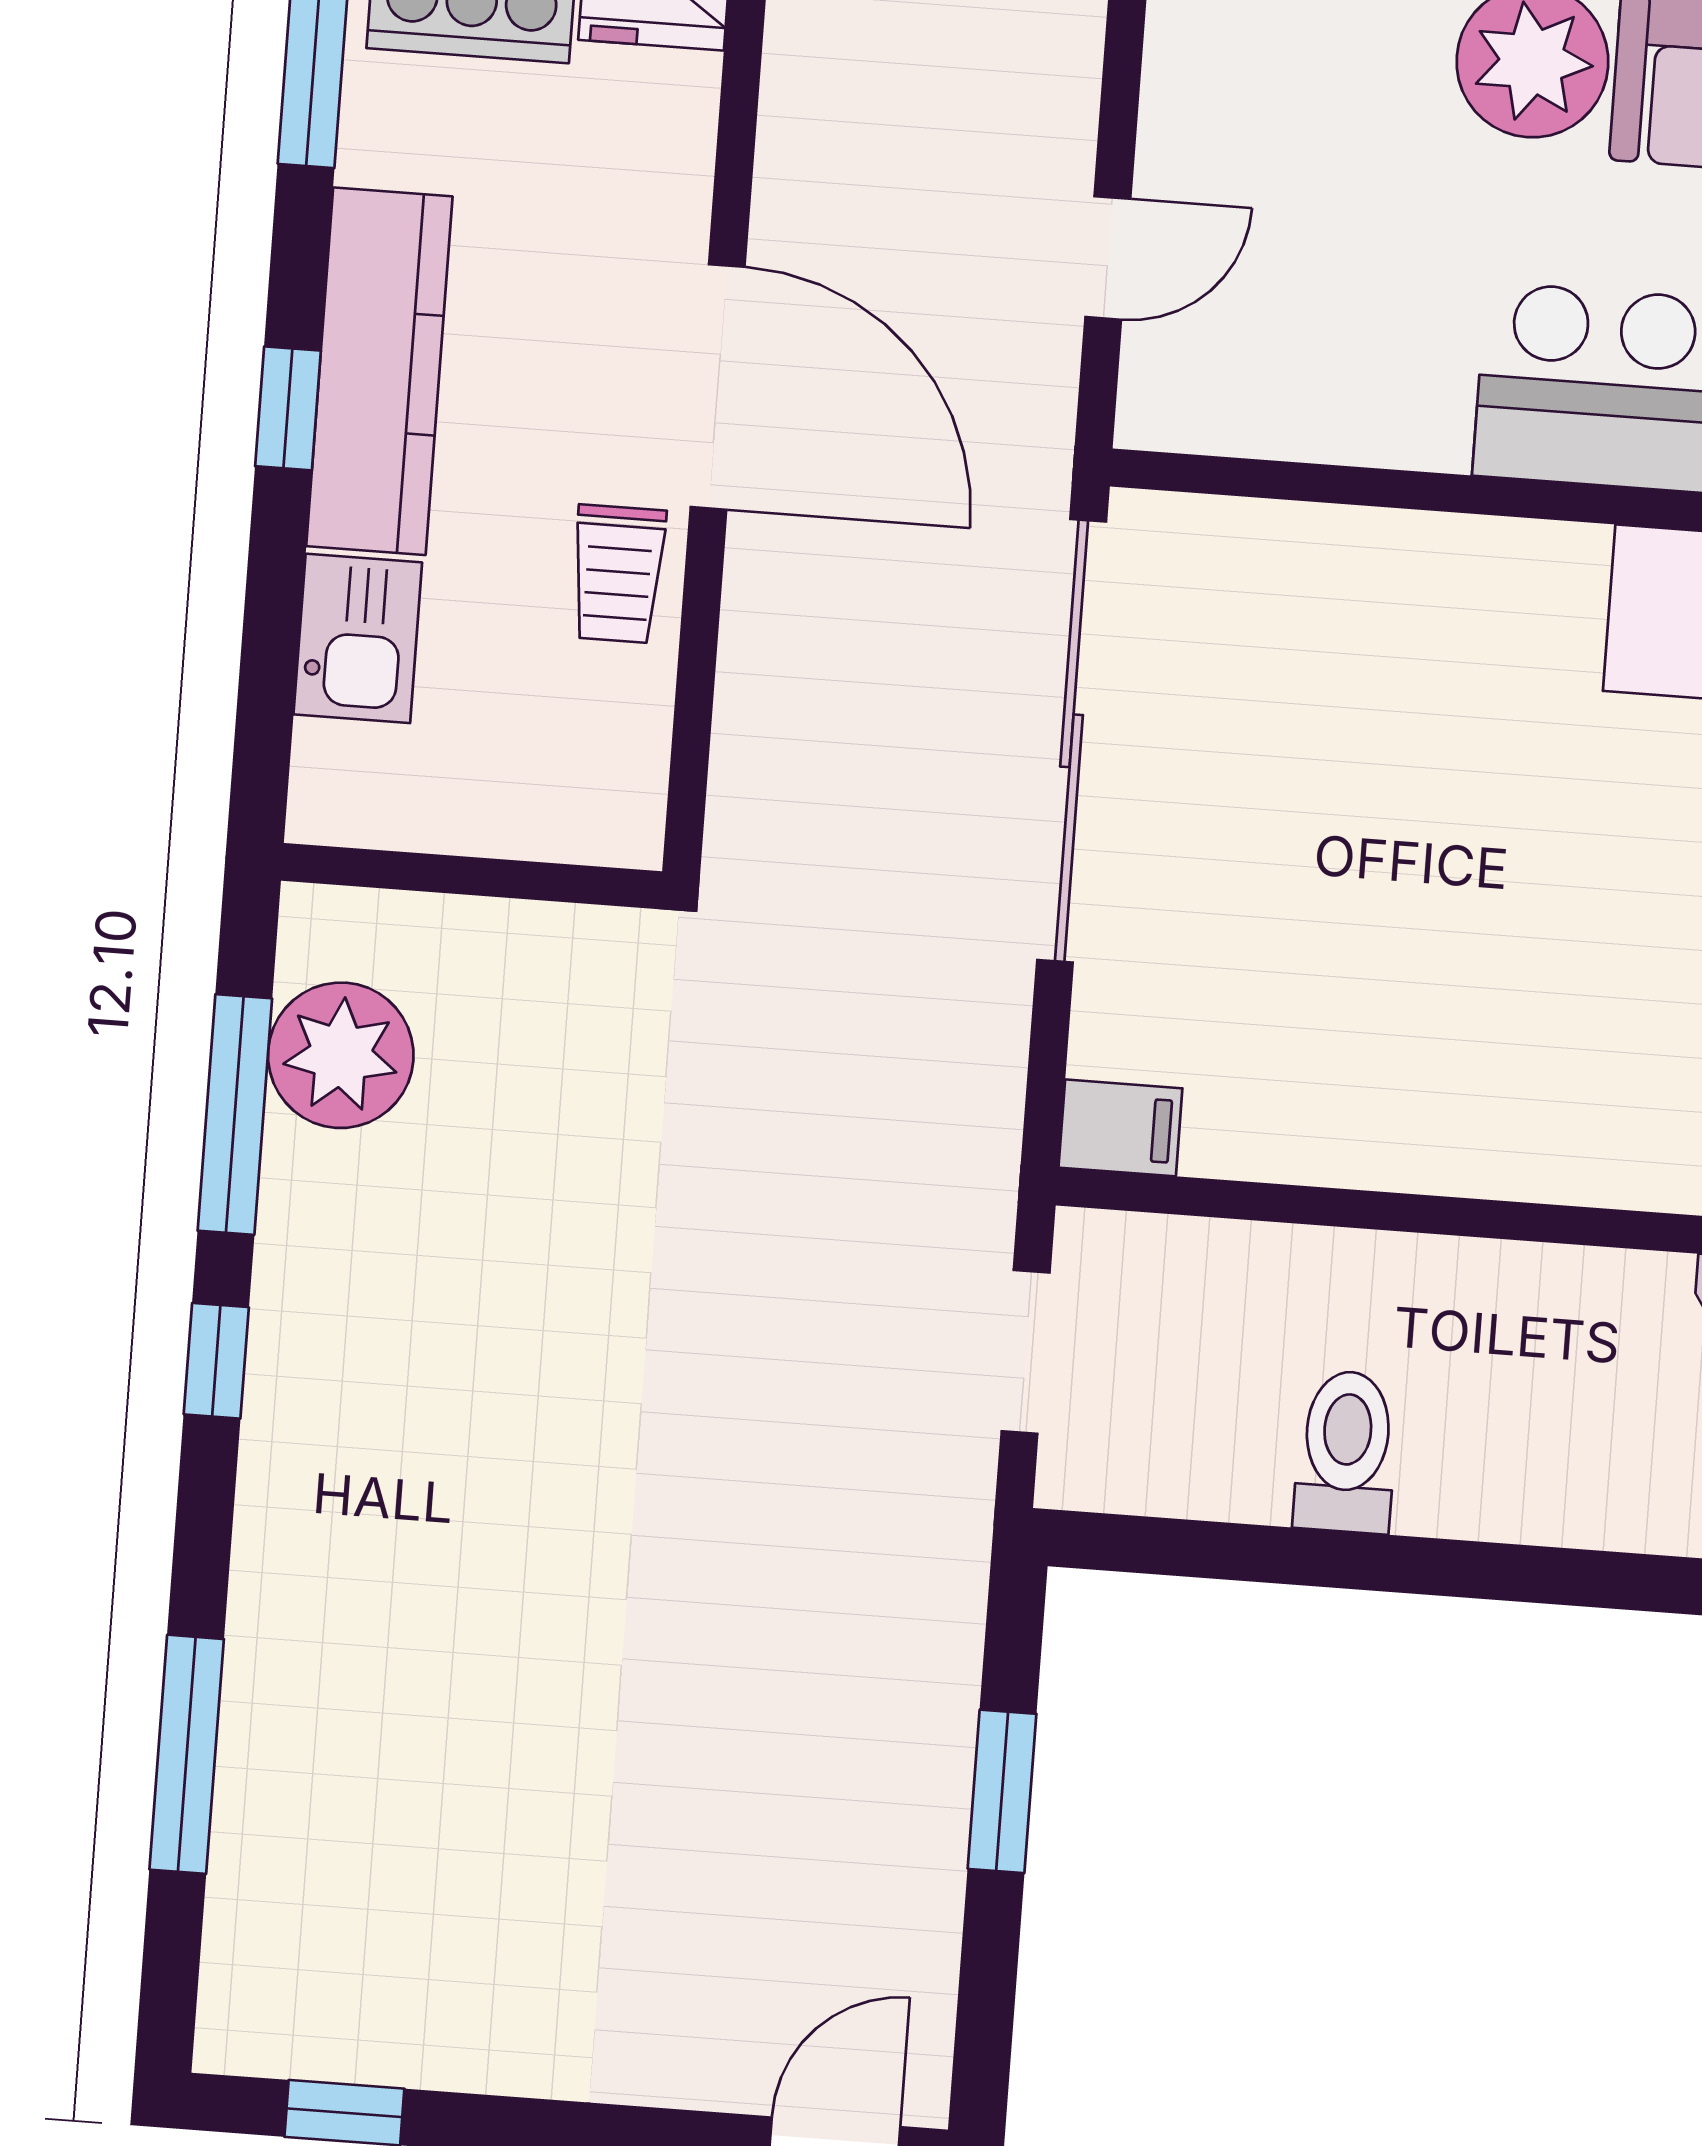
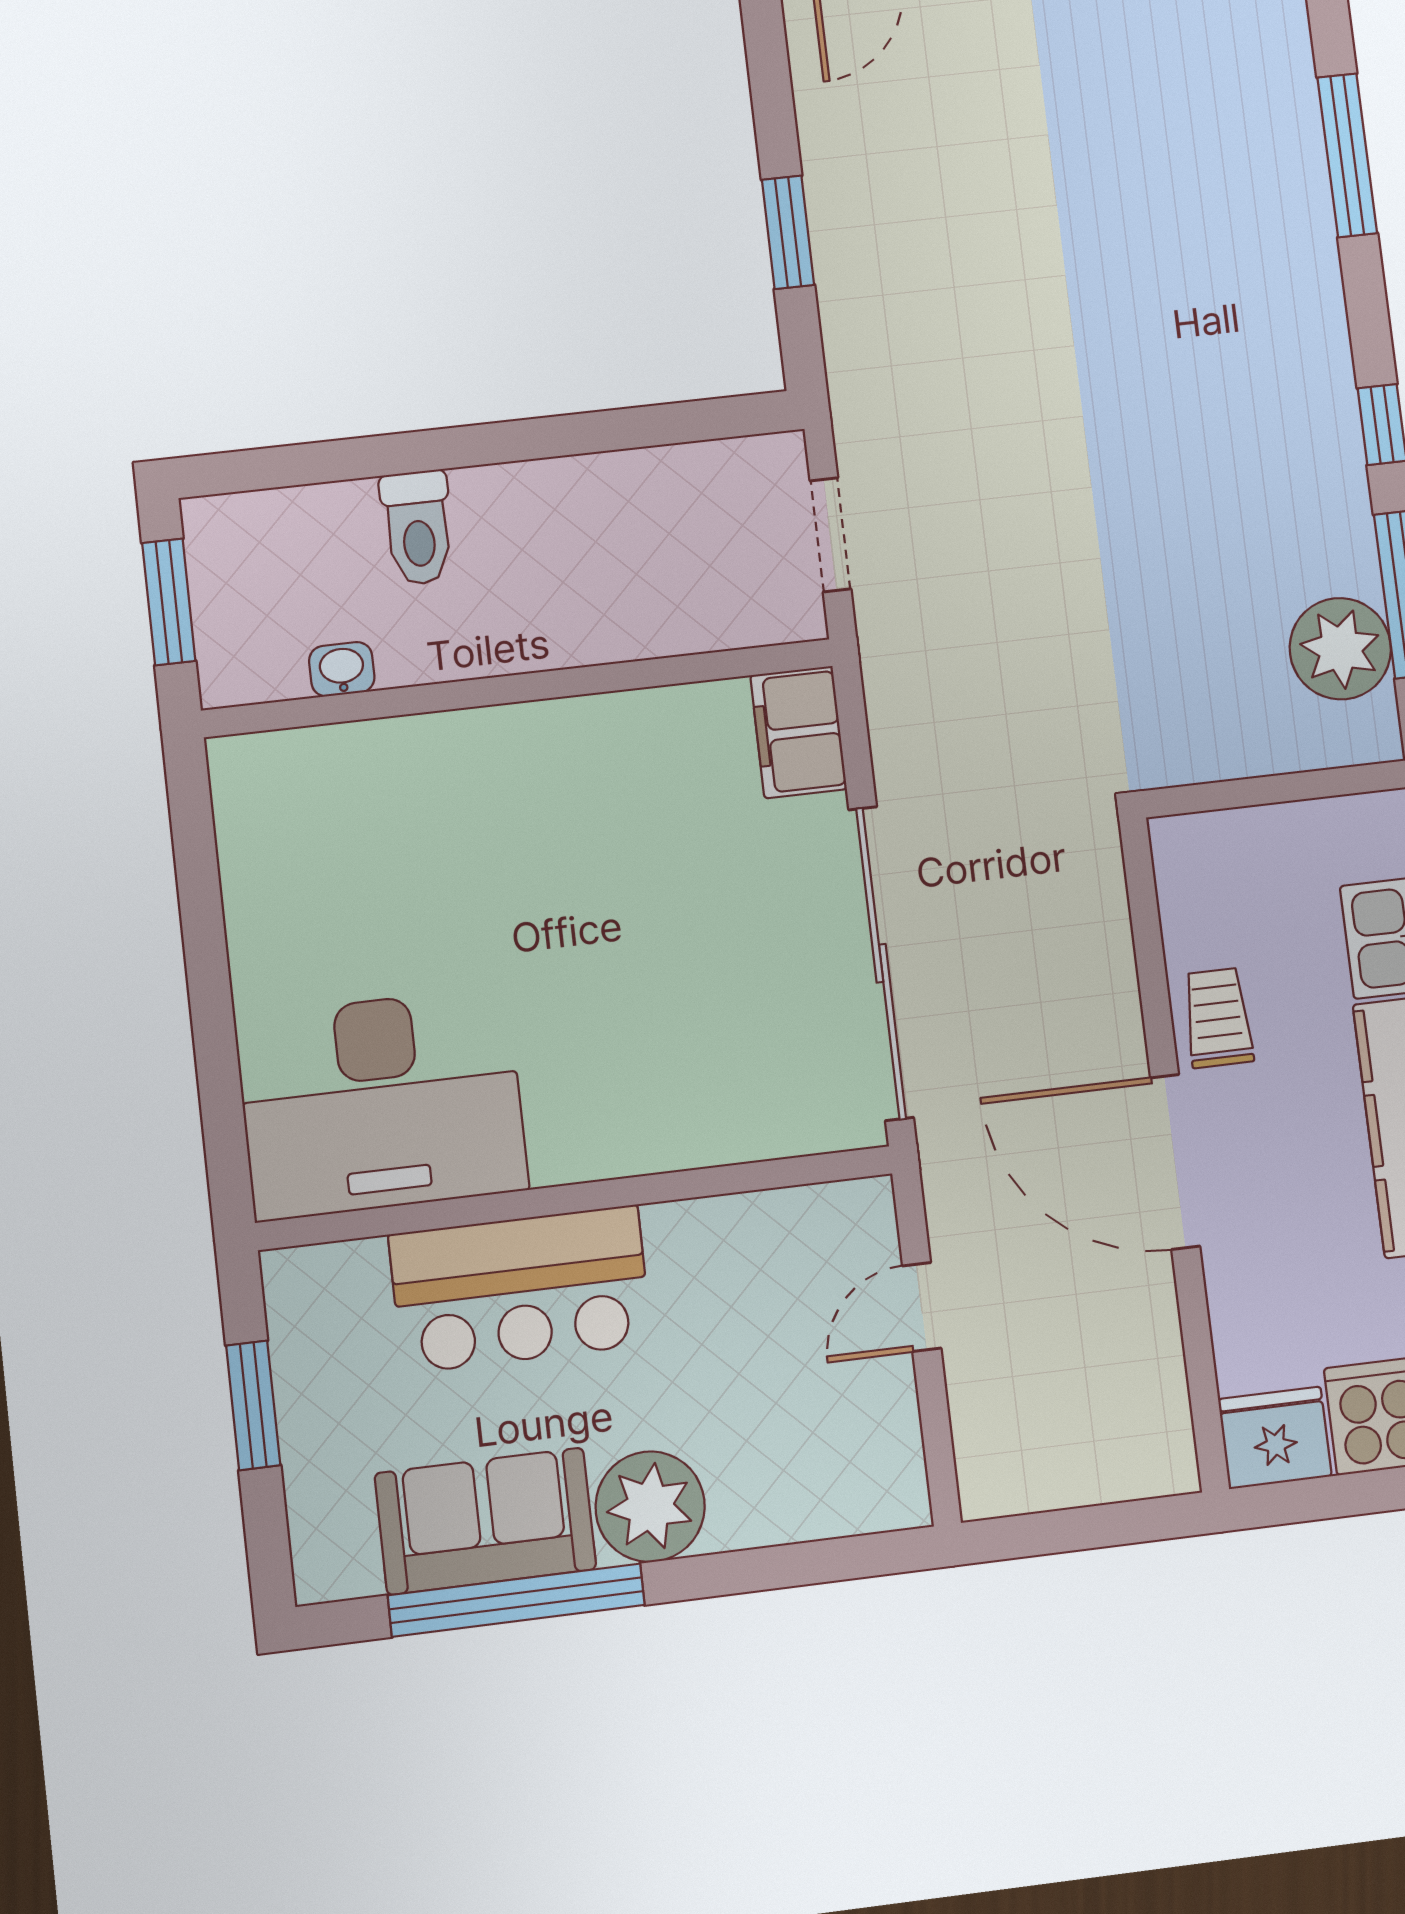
filing cabinet: (1120, 1128) -> (799, 732), width x2.00
toilet: (1346, 1452) -> (418, 528), moved

